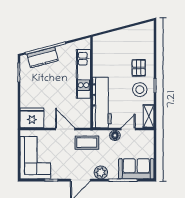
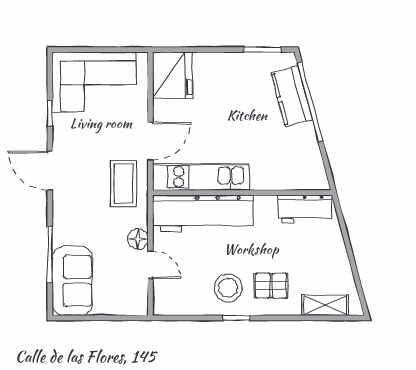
workbench: (100, 51) -> (305, 209), added
kitchen unit: (83, 74) -> (201, 177), moved
shelving: (149, 116) -> (325, 305), moved
plant: (101, 172) -> (65, 211), removed

